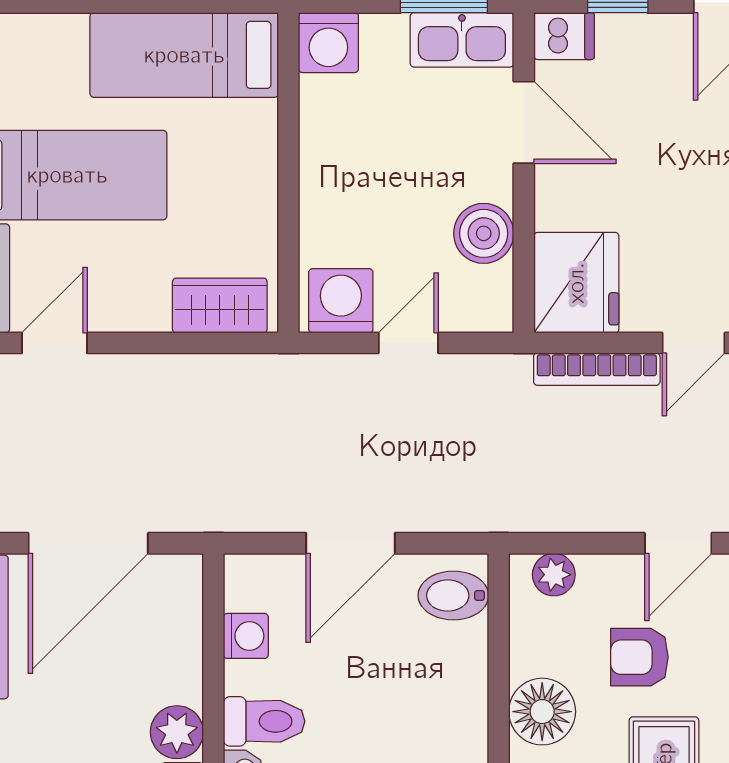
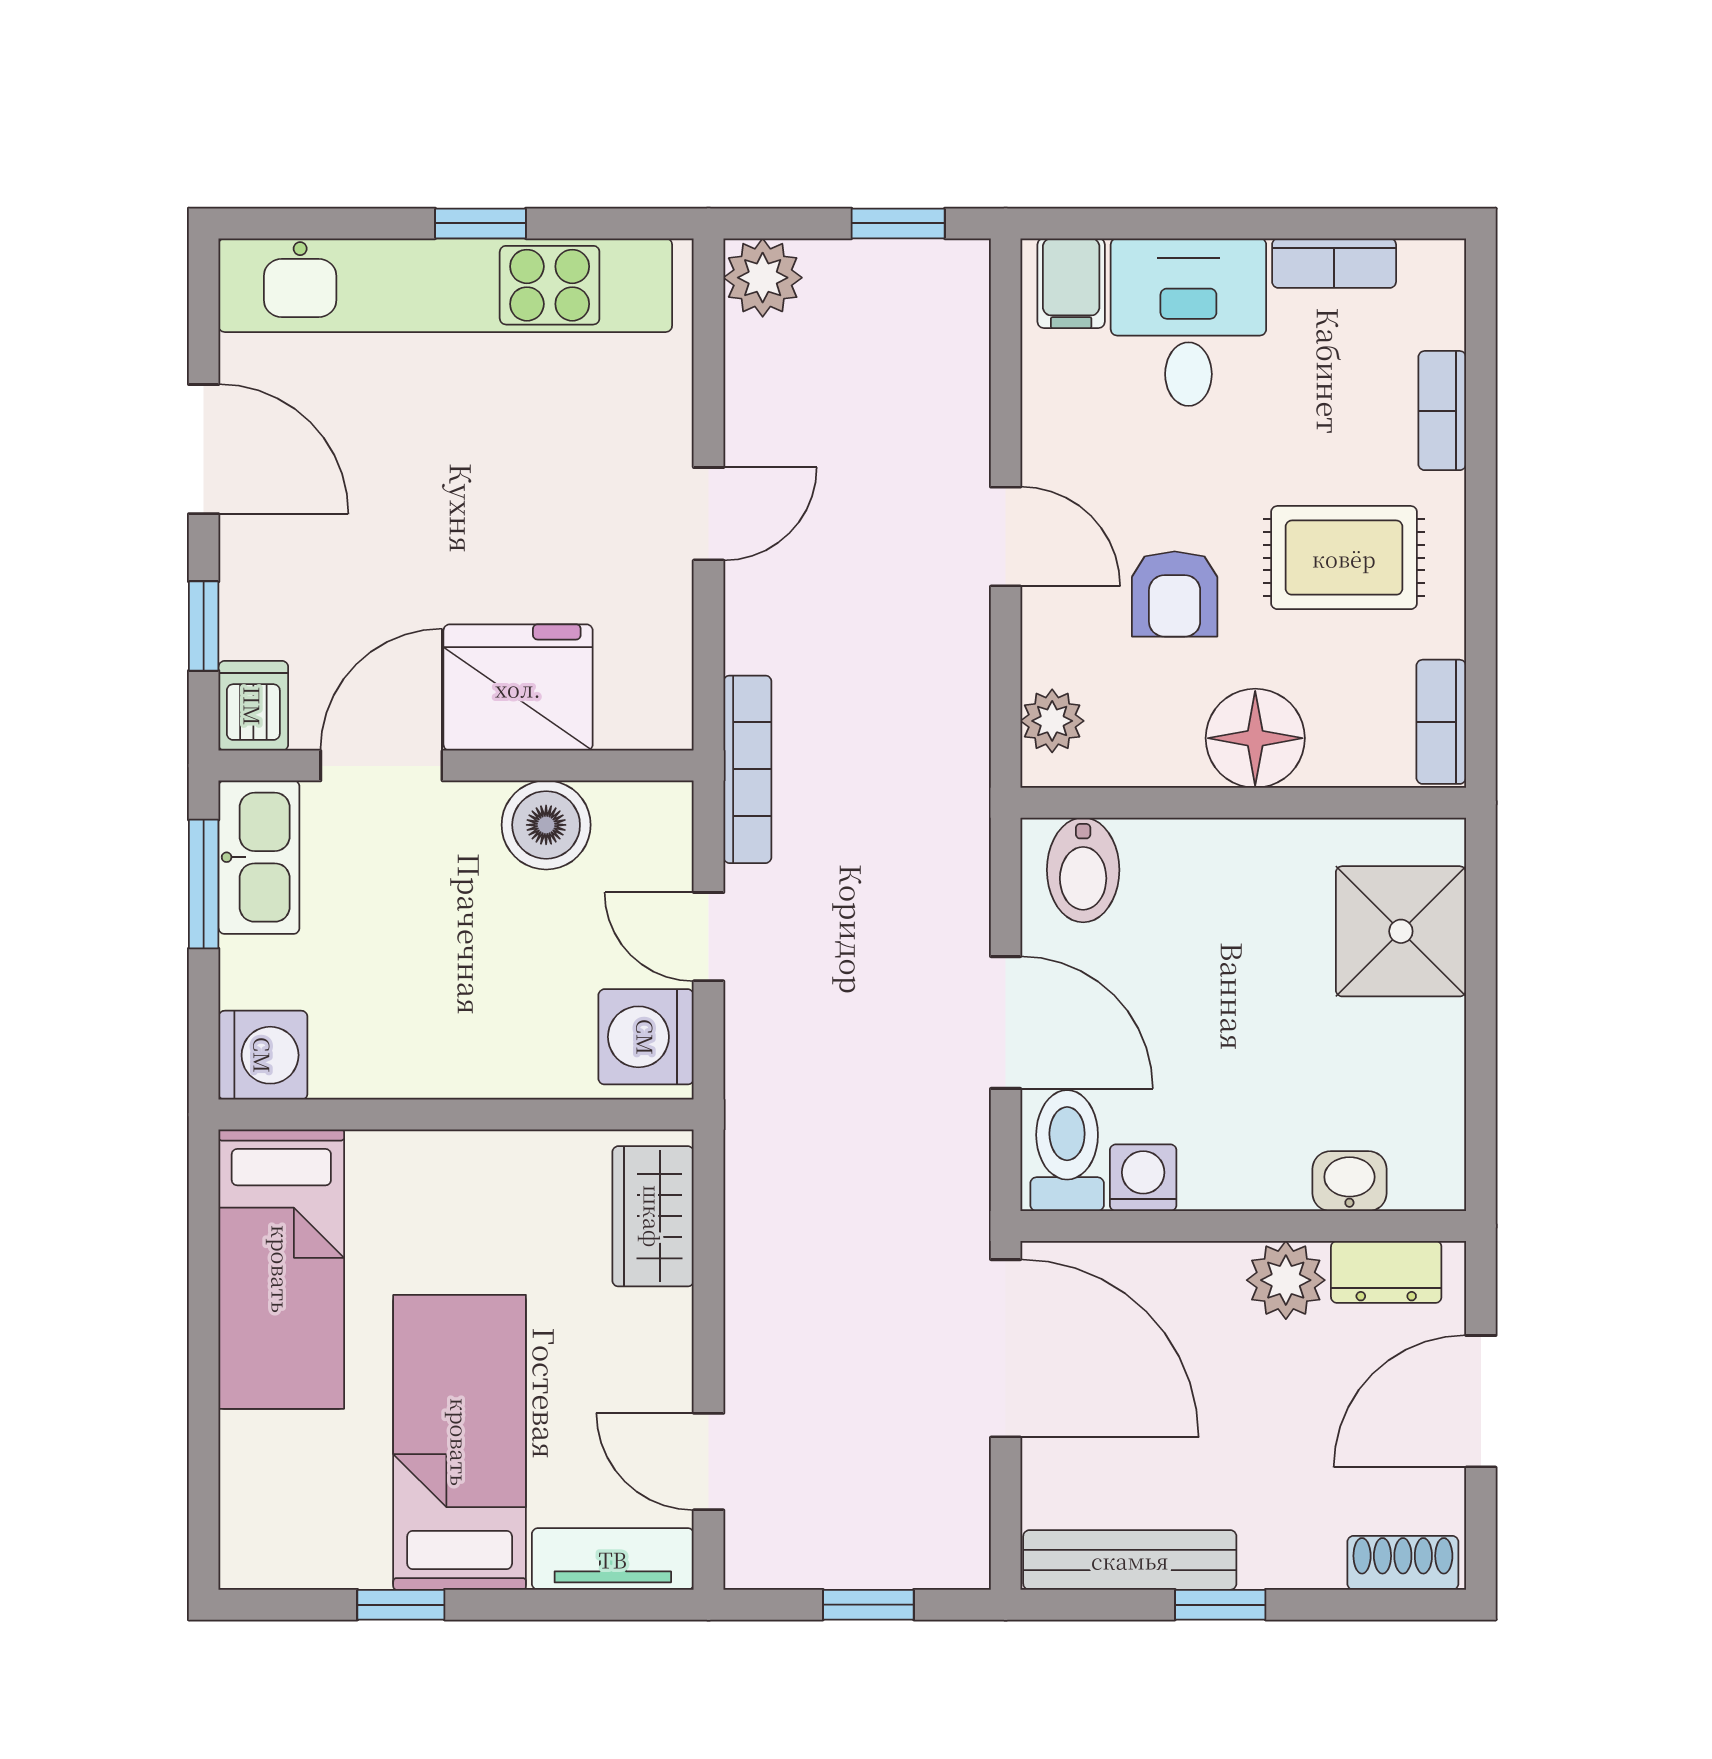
fridge: (576, 283) -> (518, 688), moved
door: (693, 343) -> (709, 514), hinge flipped
bookcase: (597, 369) -> (747, 769), moved
door: (88, 543) -> (1006, 1348), moved
toilet: (264, 721) -> (1067, 1151), moved

